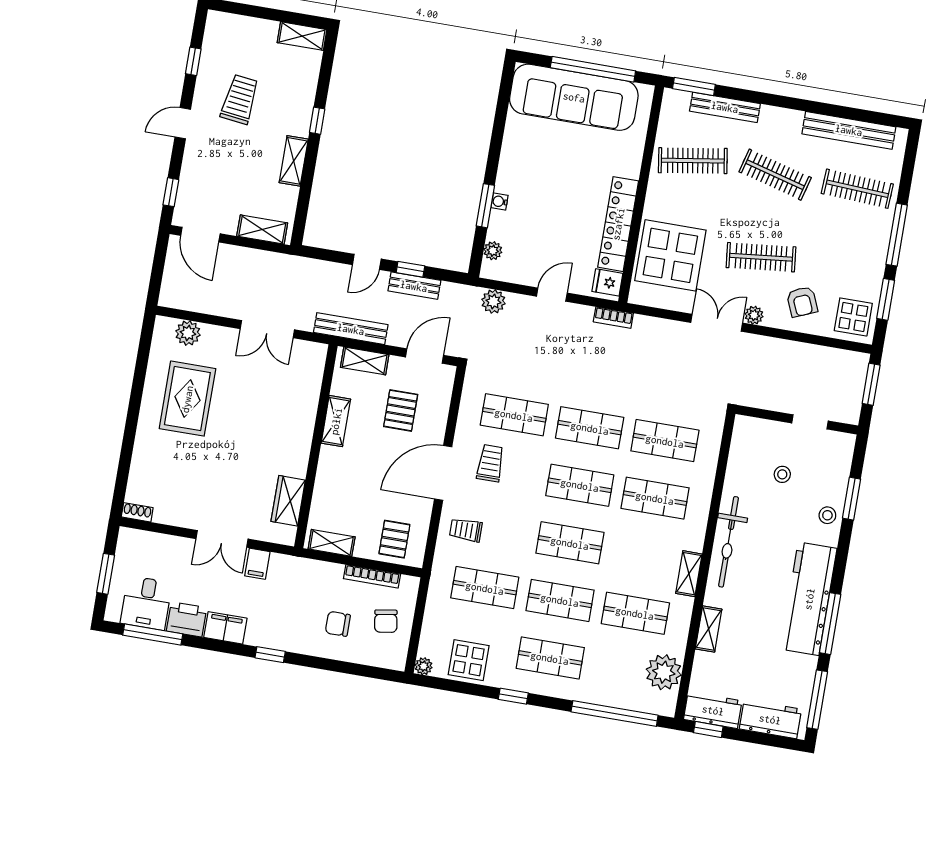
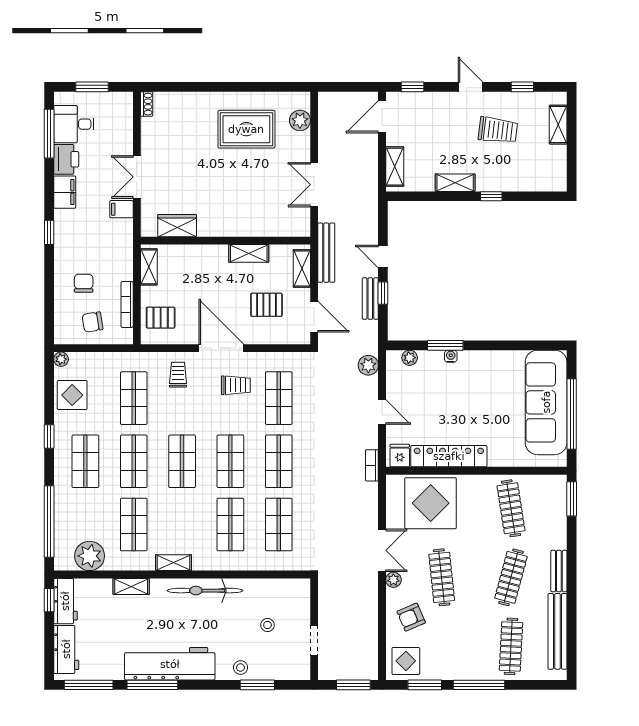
shelving: (302, 36) -> (558, 125), moved
bench: (725, 107) -> (559, 571), moved, width x0.73

